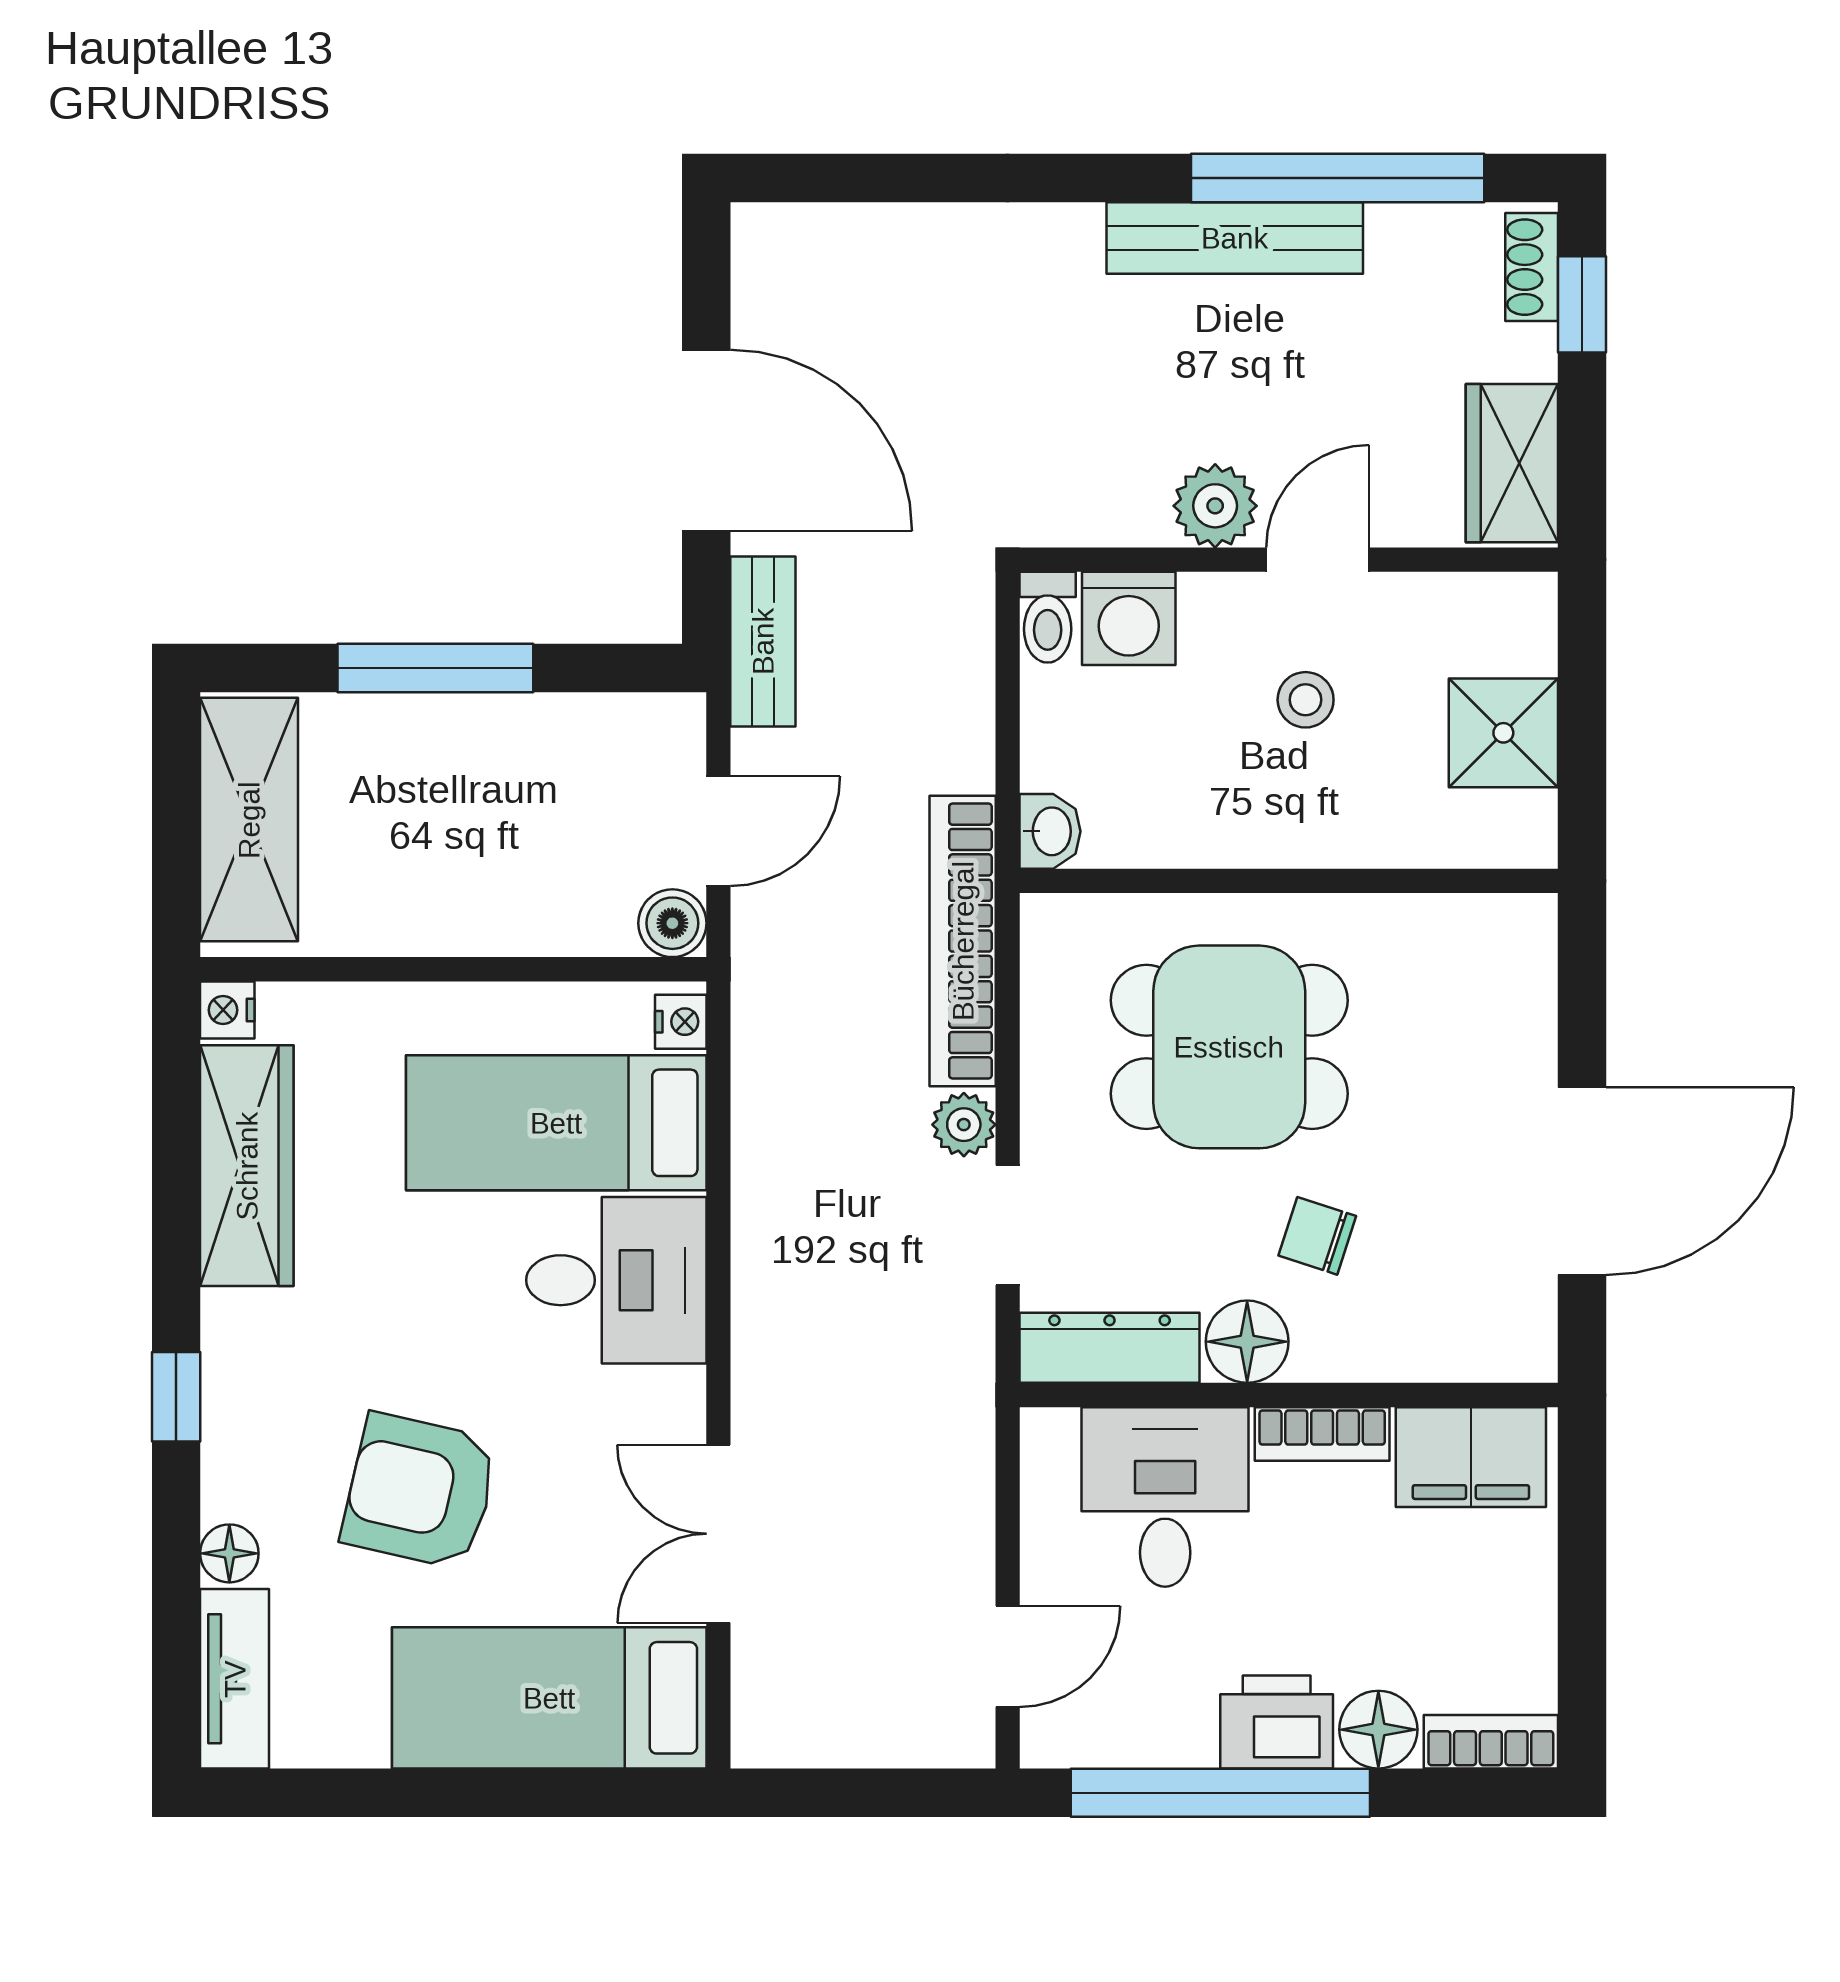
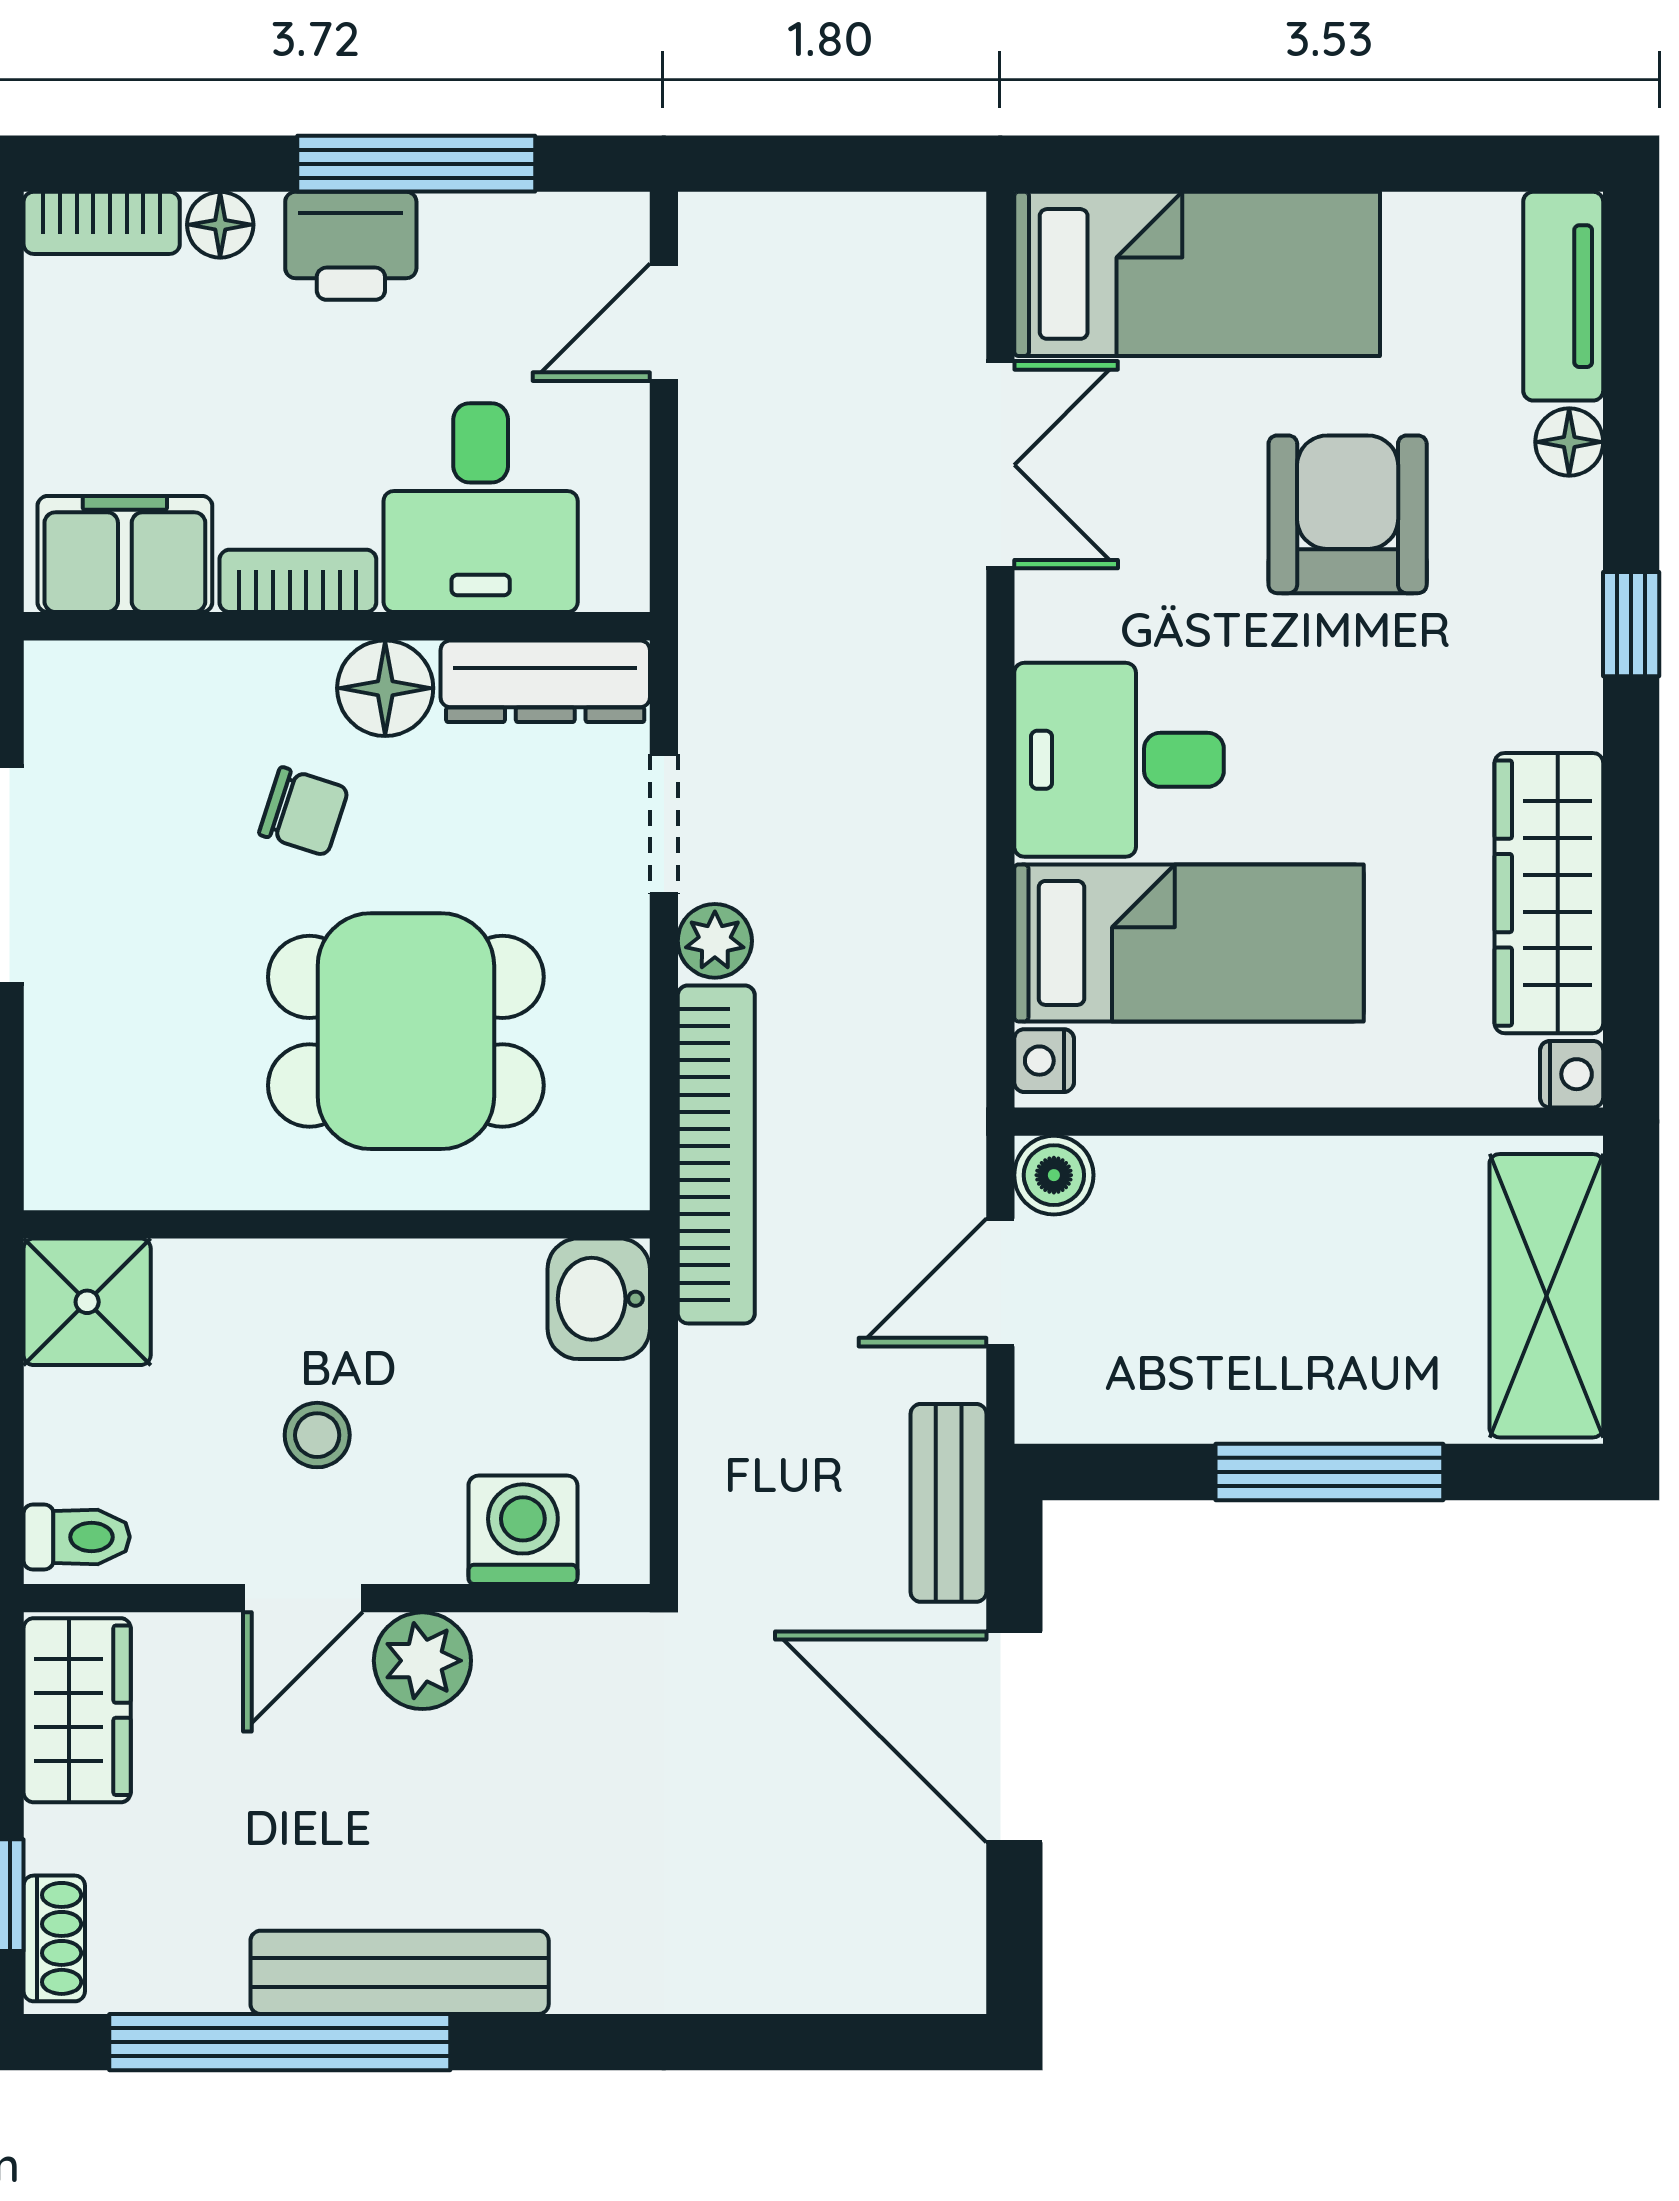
toilet: (1048, 617) -> (77, 1537), moved, turned 90
shower: (1503, 733) -> (87, 1302), moved
washbasin: (1050, 831) -> (599, 1299), width x1.38, depth x1.45
armchair: (420, 1491) -> (1348, 514), turned -103
floor lamp: (1378, 1730) -> (220, 225), width x0.73, depth x0.73
window: (1220, 1793) -> (416, 164), width x0.68

